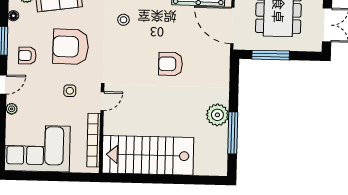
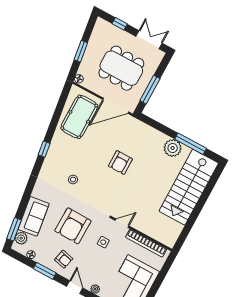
armchair: (27, 56) -> (64, 259), turned -77
door: (102, 101) -> (122, 223), hinge flipped
stairs: (148, 155) -> (189, 187), moved

